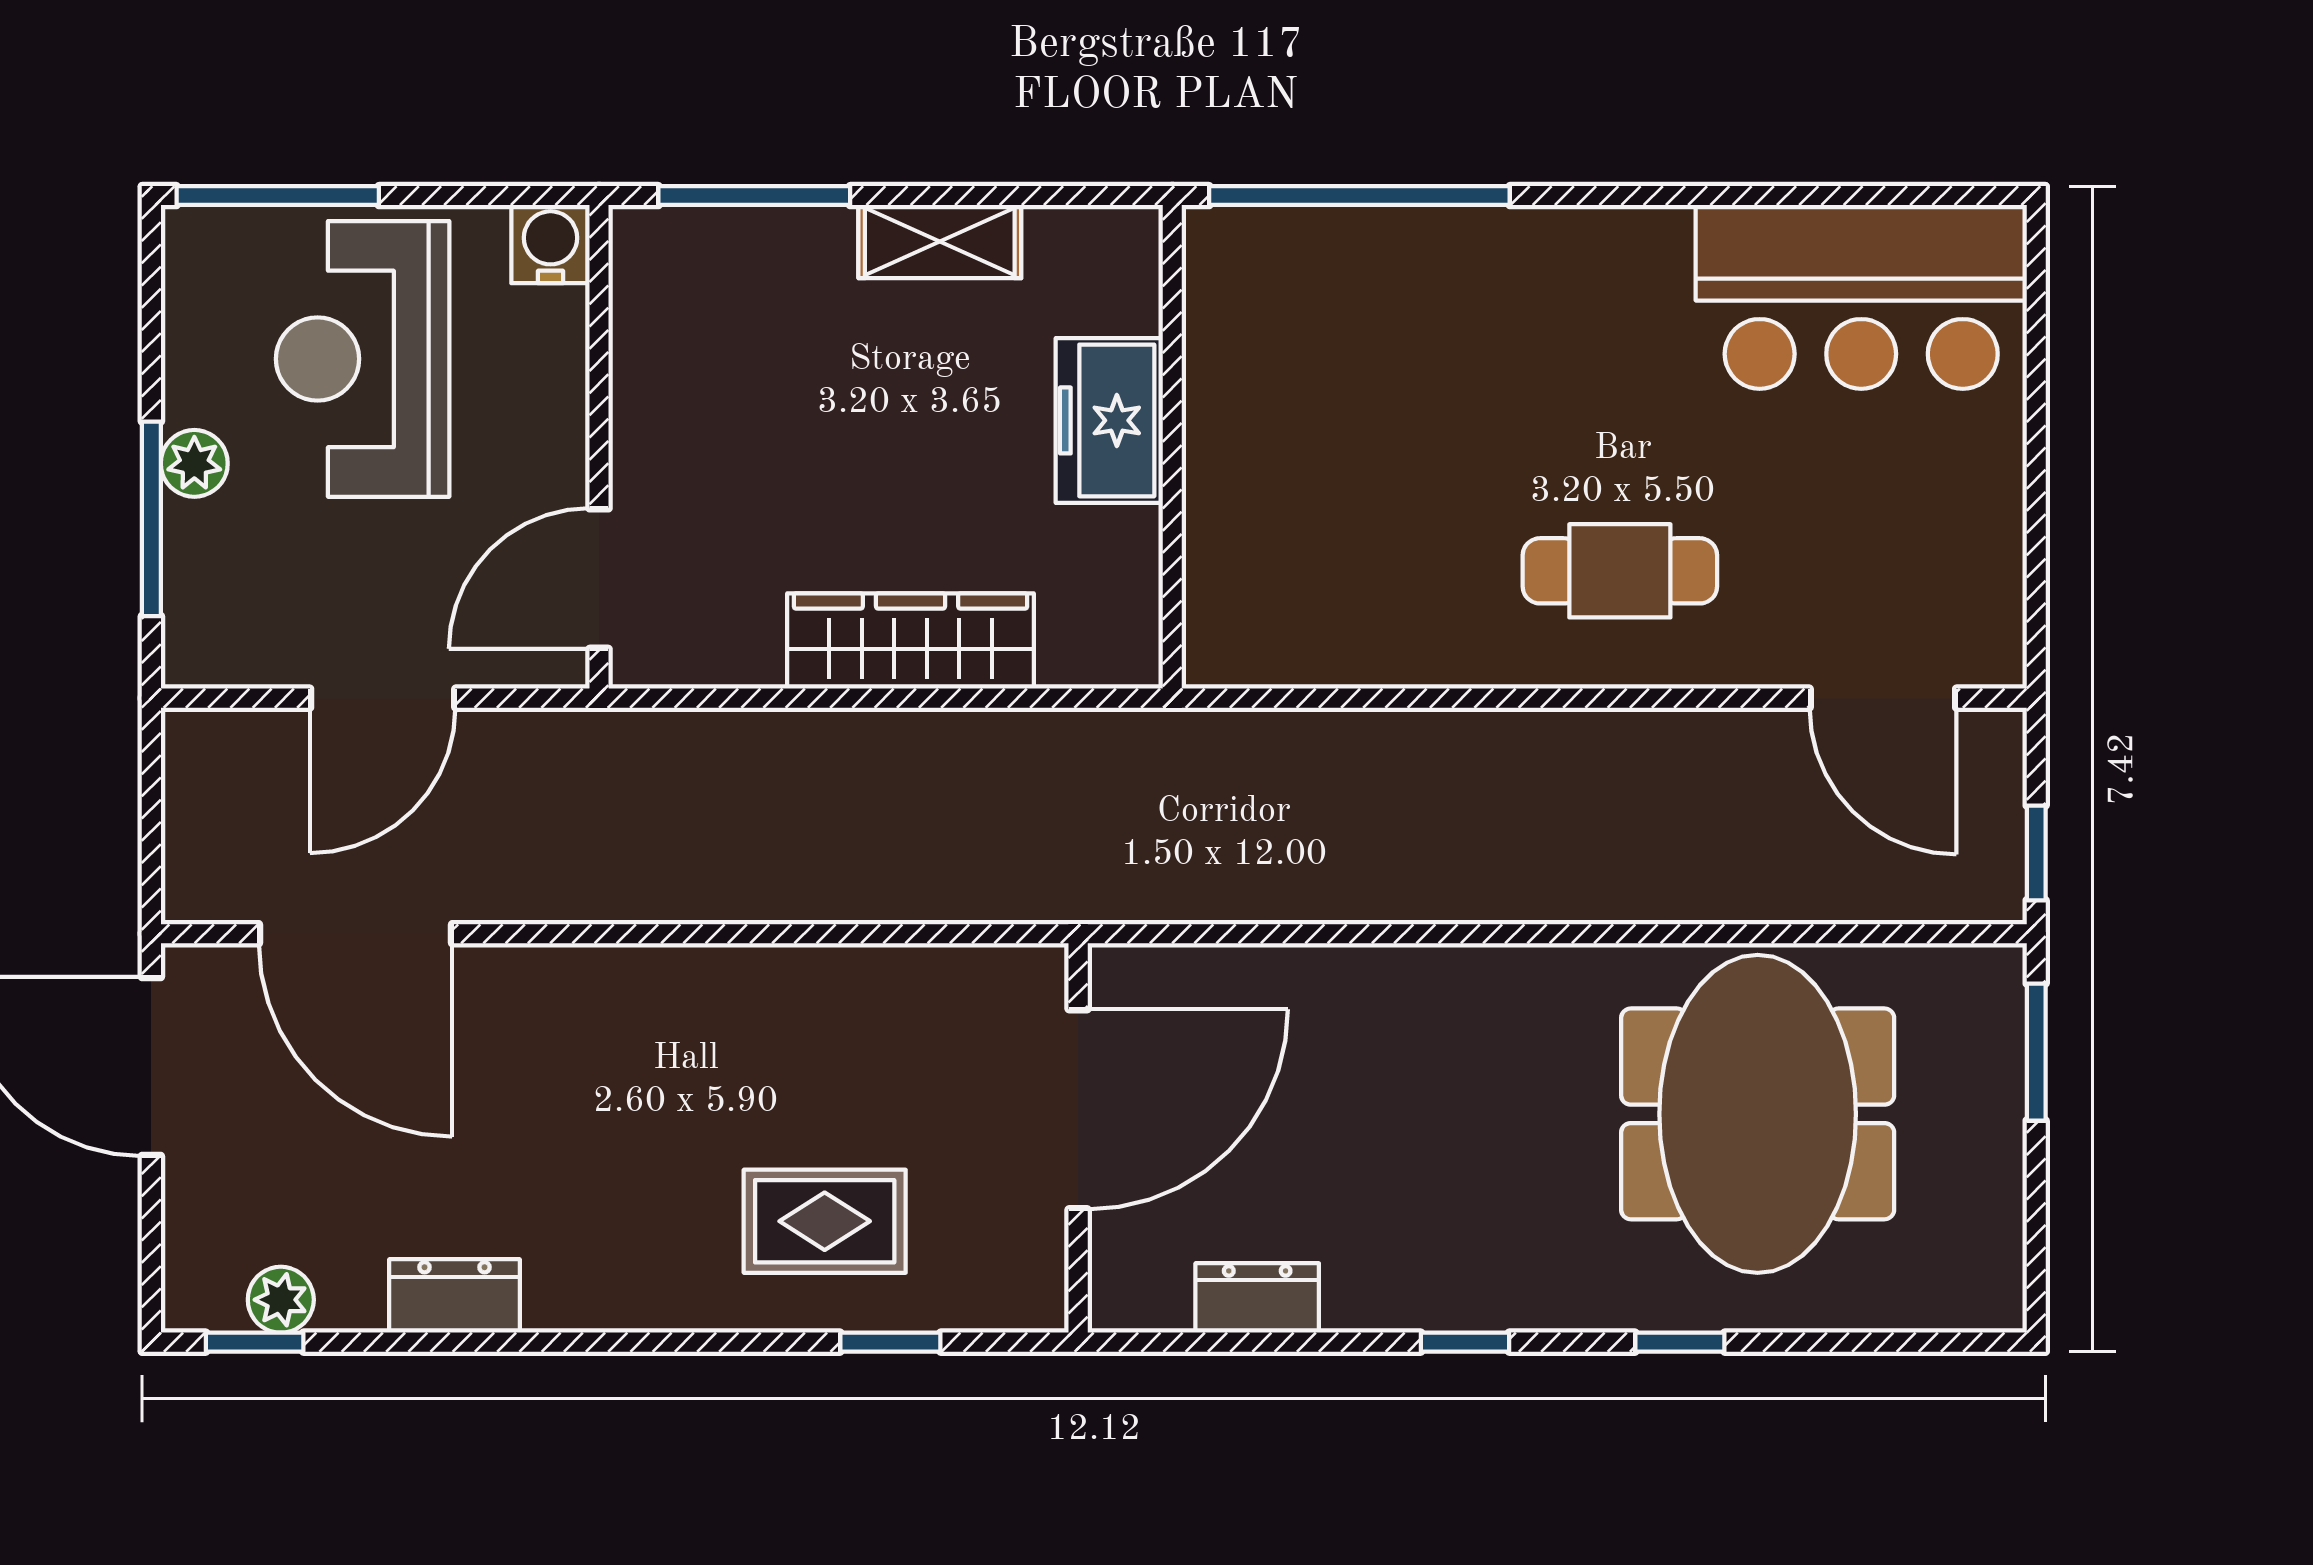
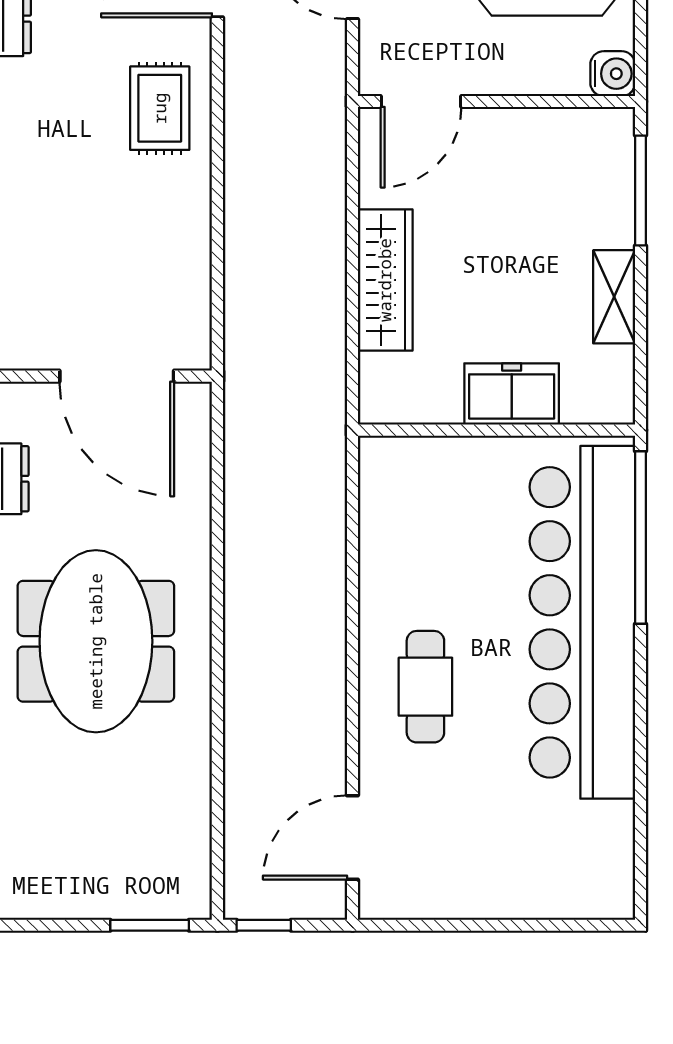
bar counter: (1861, 297) -> (582, 622), moved, width x1.86
door: (599, 579) -> (421, 101), swing flipped
meeting table: (1758, 1114) -> (96, 641), moved, turned 90
rug: (825, 1221) -> (160, 108), moved

